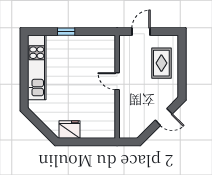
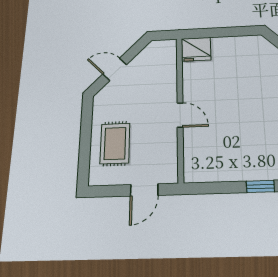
fridge: (69, 130) -> (196, 49), moved

